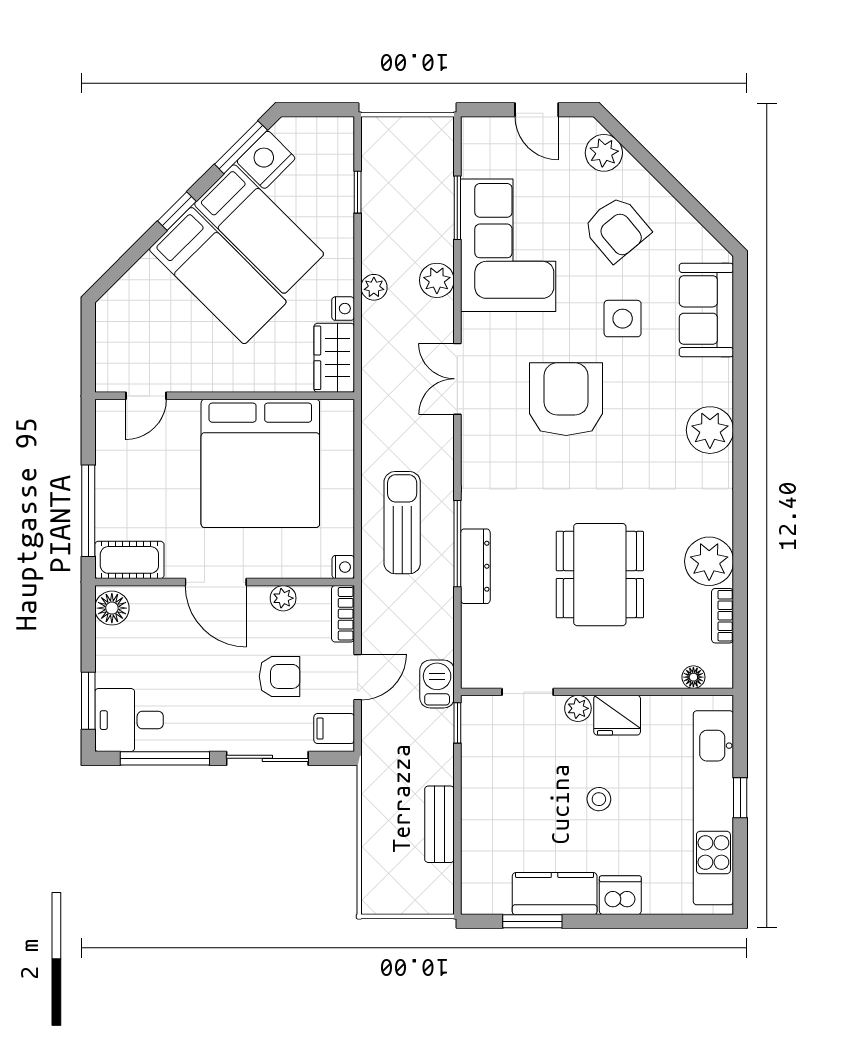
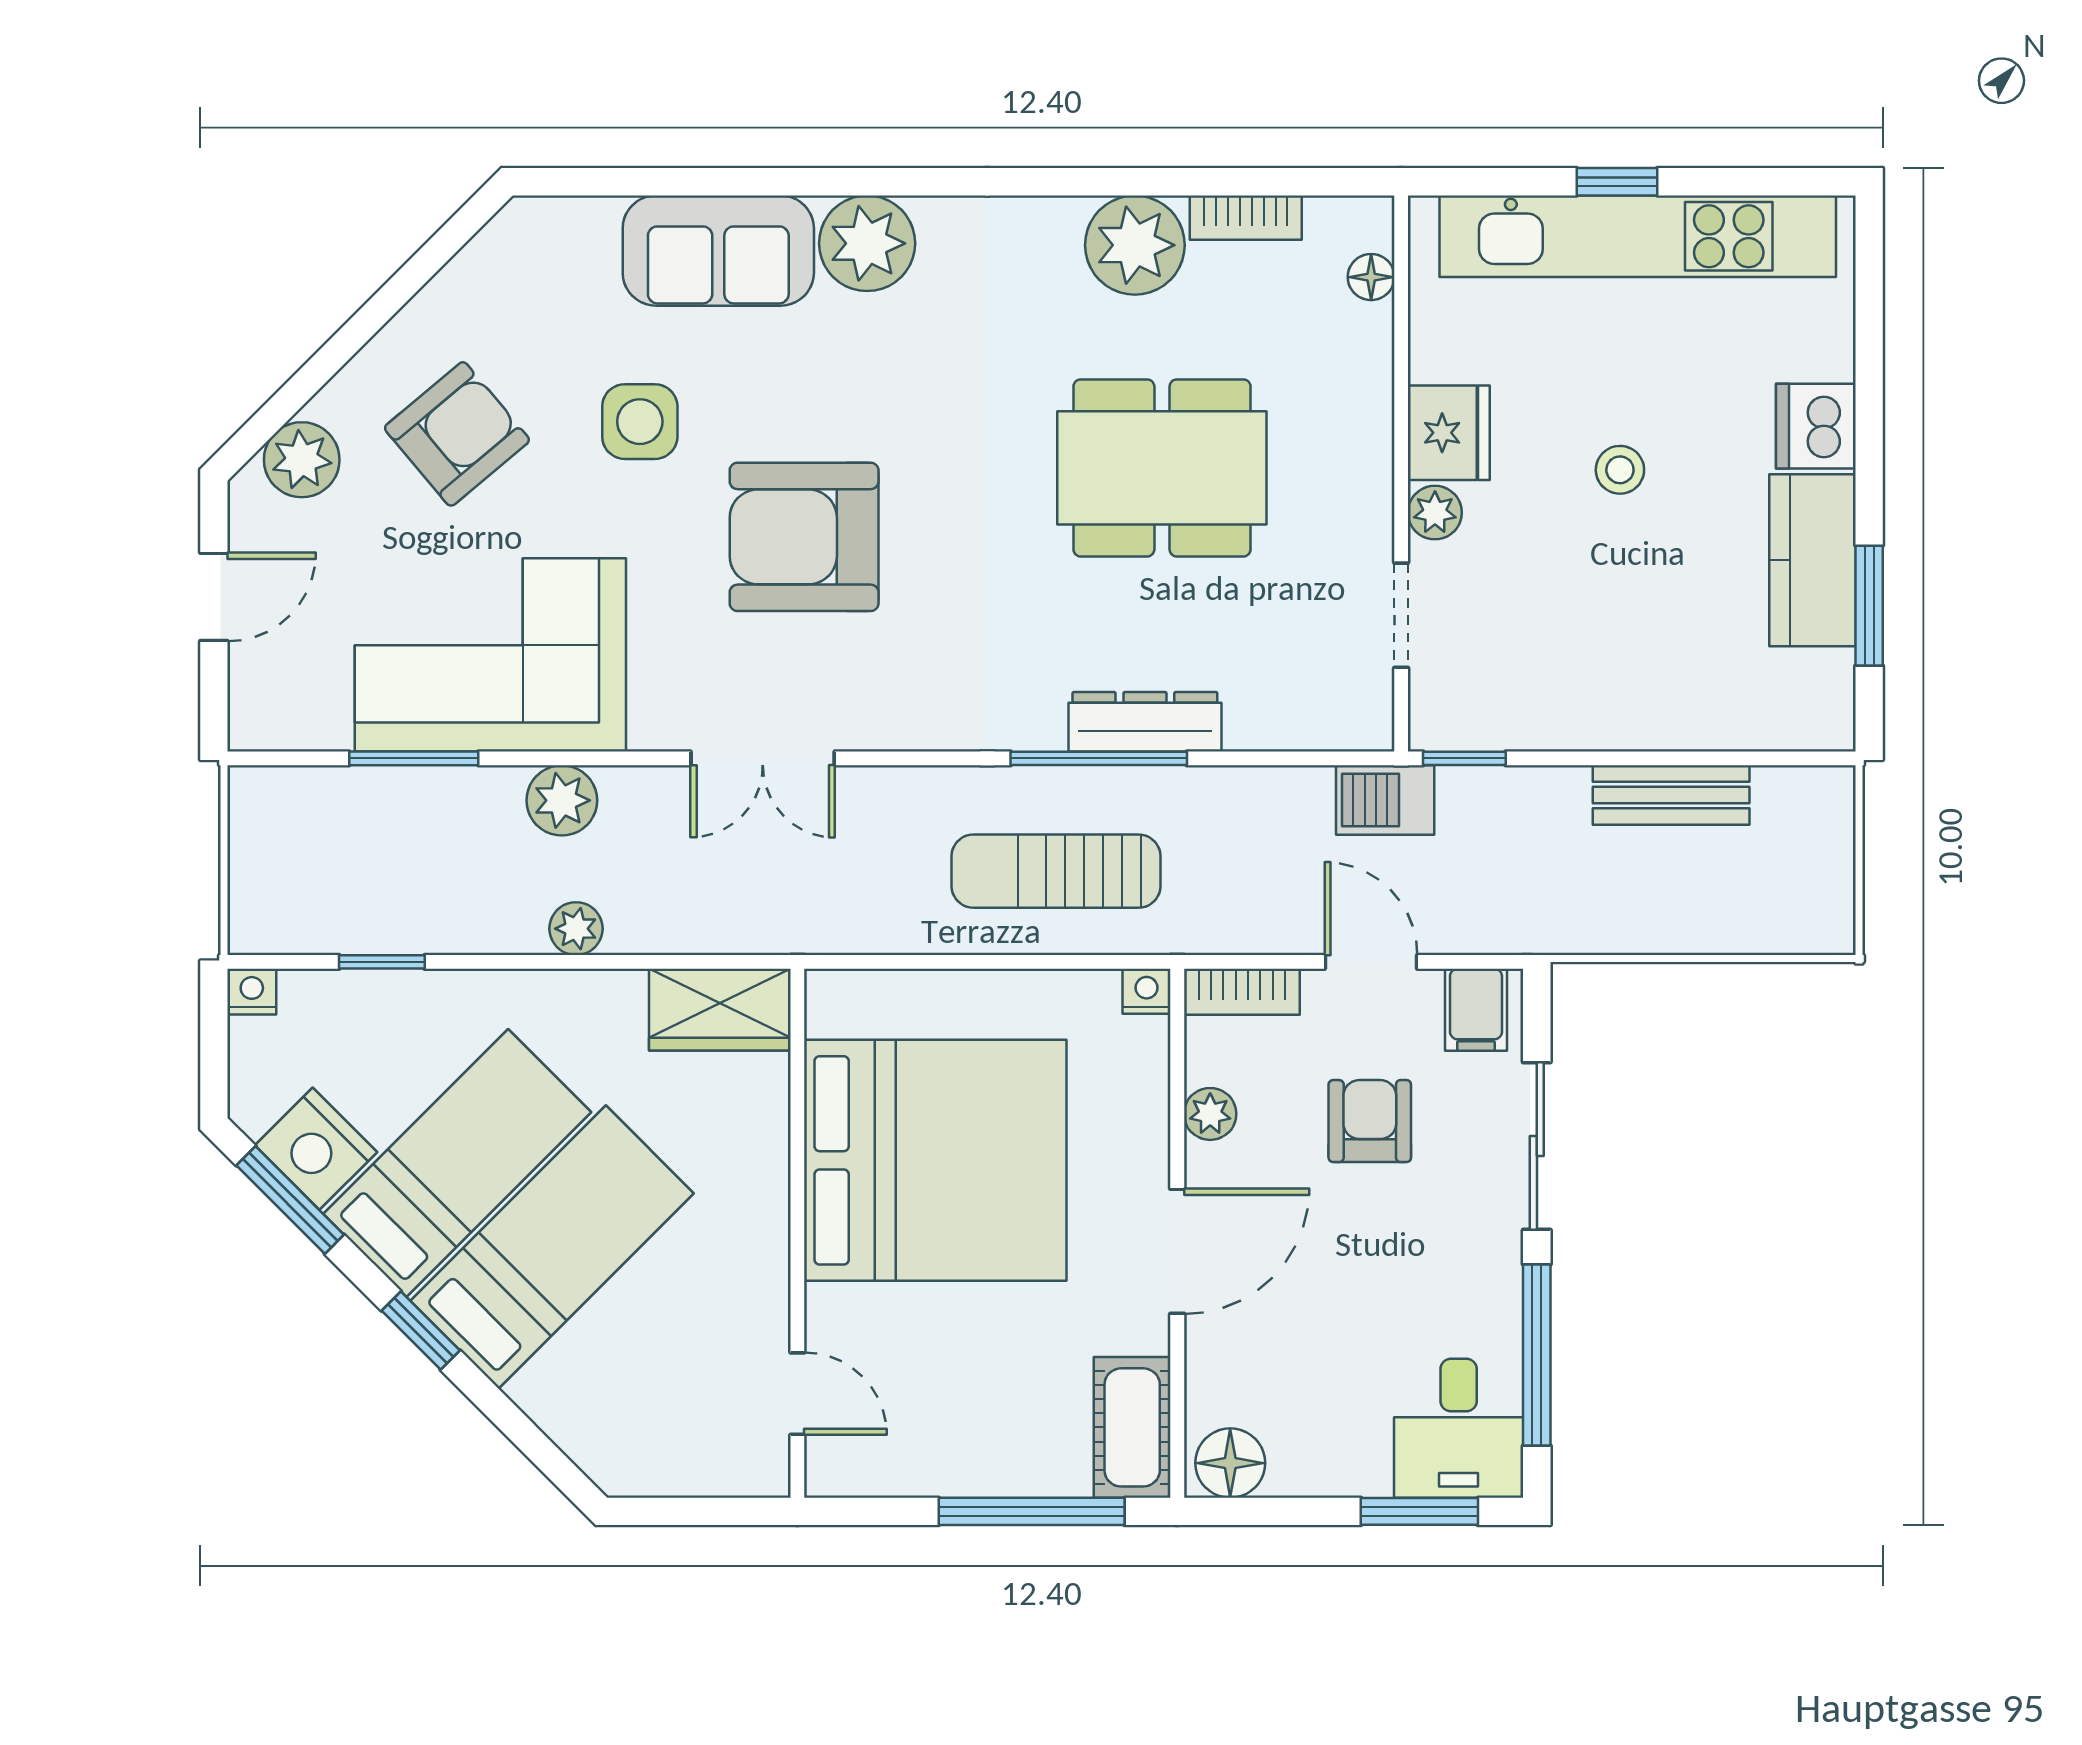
nightstand: (343, 309) -> (252, 992), moved
sofa: (706, 310) -> (718, 251), moved

